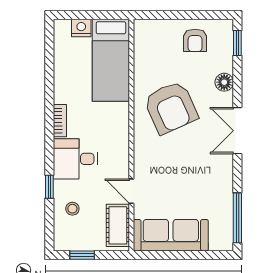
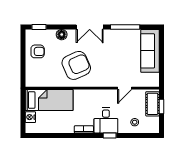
window: (49, 187) -> (110, 135), moved
window: (237, 218) -> (125, 27), moved
cot: (118, 225) -> (152, 104), moved, turned 90
sofa: (171, 235) -> (150, 51), moved
window: (82, 255) -> (161, 107), moved

